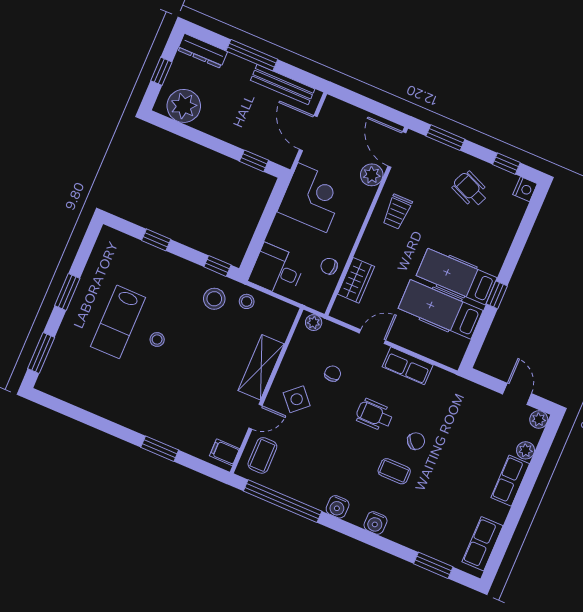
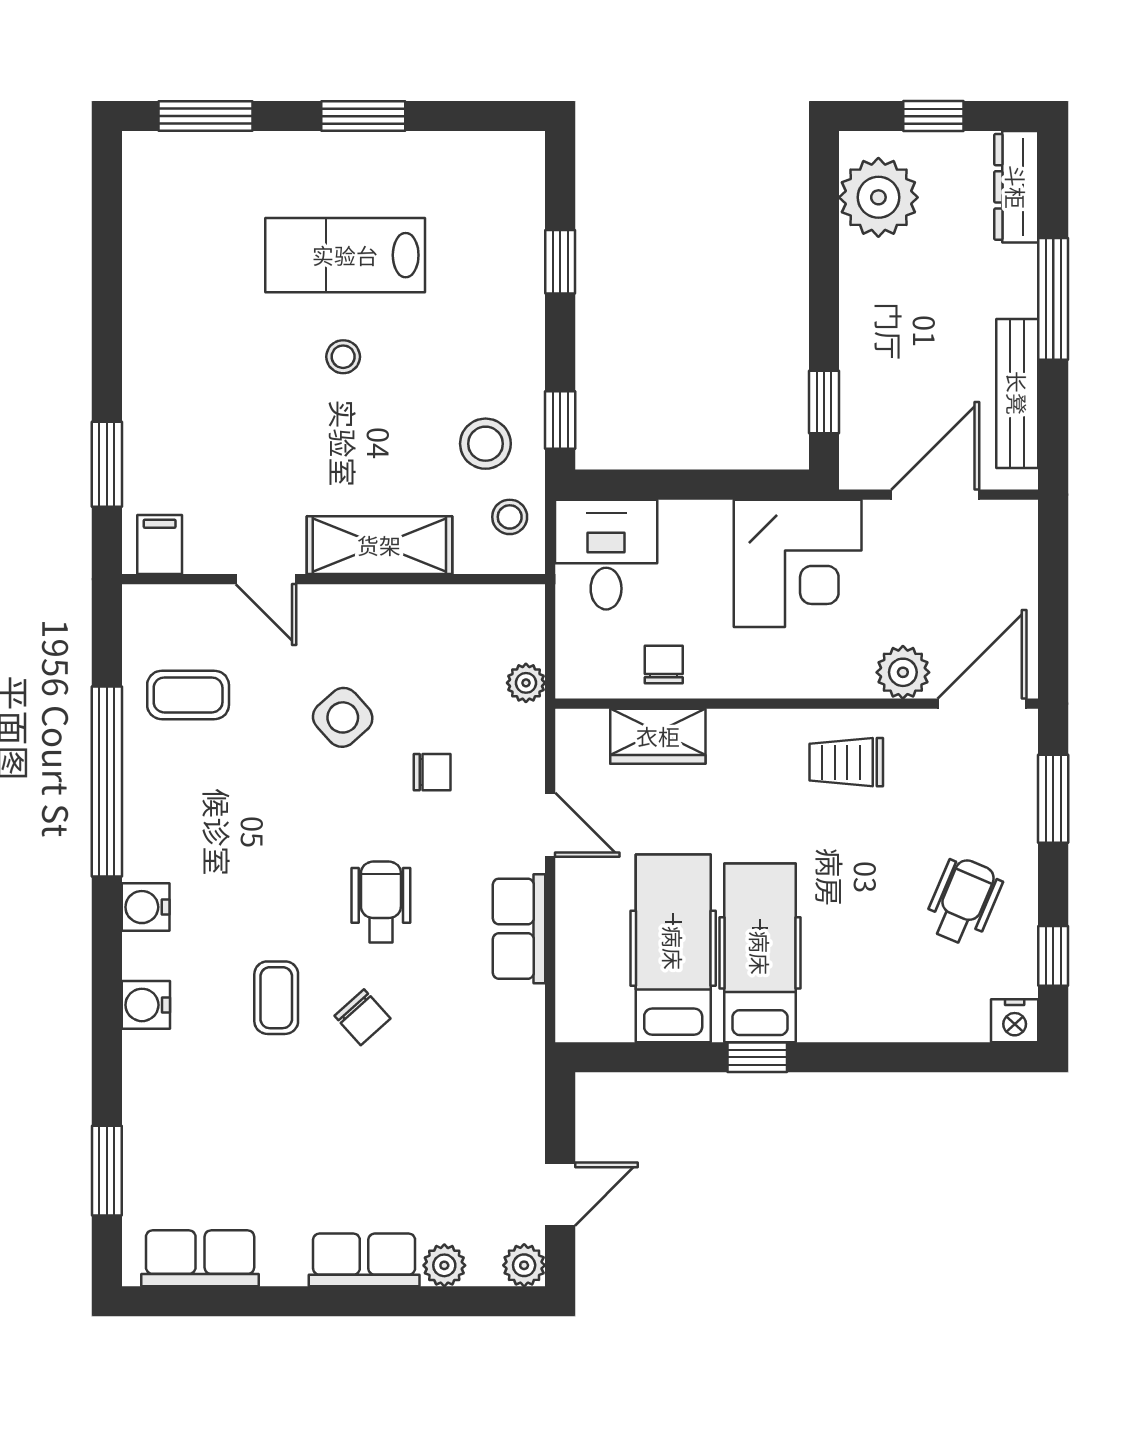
shelving: (261, 367) -> (379, 545), moved
wall: (267, 391) -> (333, 579), moved
door: (256, 417) -> (266, 579), moved
filing cabinet: (225, 452) -> (160, 545), moved

